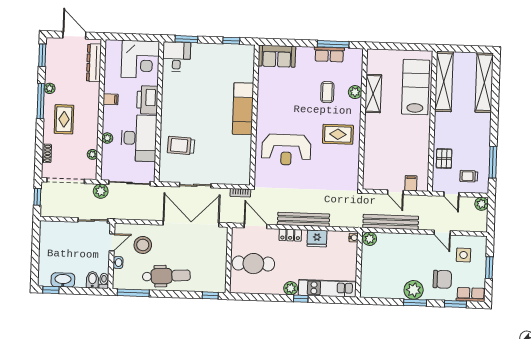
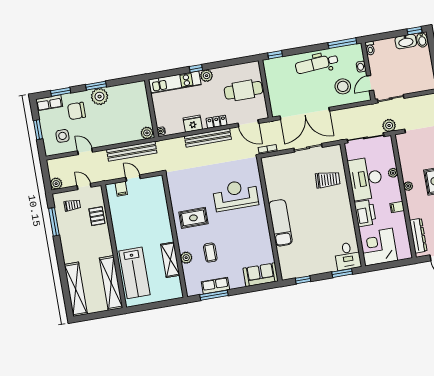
plant: (92, 154) -> (408, 186), moved
bidet: (92, 280) -> (422, 40), moved

